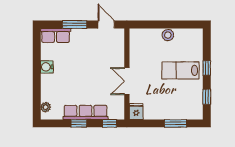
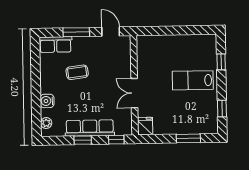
stool: (168, 35) -> (178, 42), removed
coffee table: (75, 61) -> (77, 72), added
water cooler: (47, 67) -> (47, 101), moved
window: (207, 68) -> (221, 62), moved

